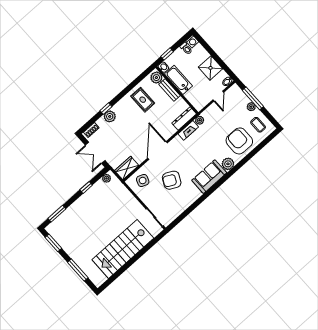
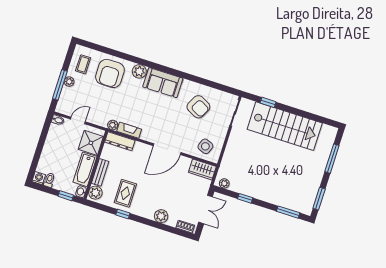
shower: (210, 68) -> (91, 143), moved
window: (106, 109) -> (123, 214), moved
armchair: (172, 180) -> (198, 107), moved
window: (148, 247) -> (268, 102), added

